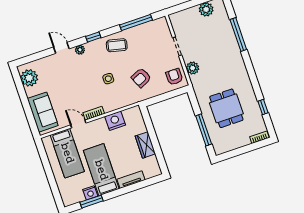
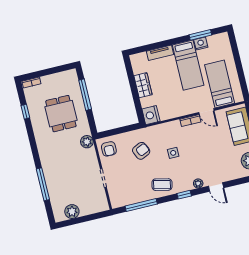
plant: (193, 68) -> (87, 142), moved
nightstand: (115, 121) -> (151, 115), moved, turned 90

